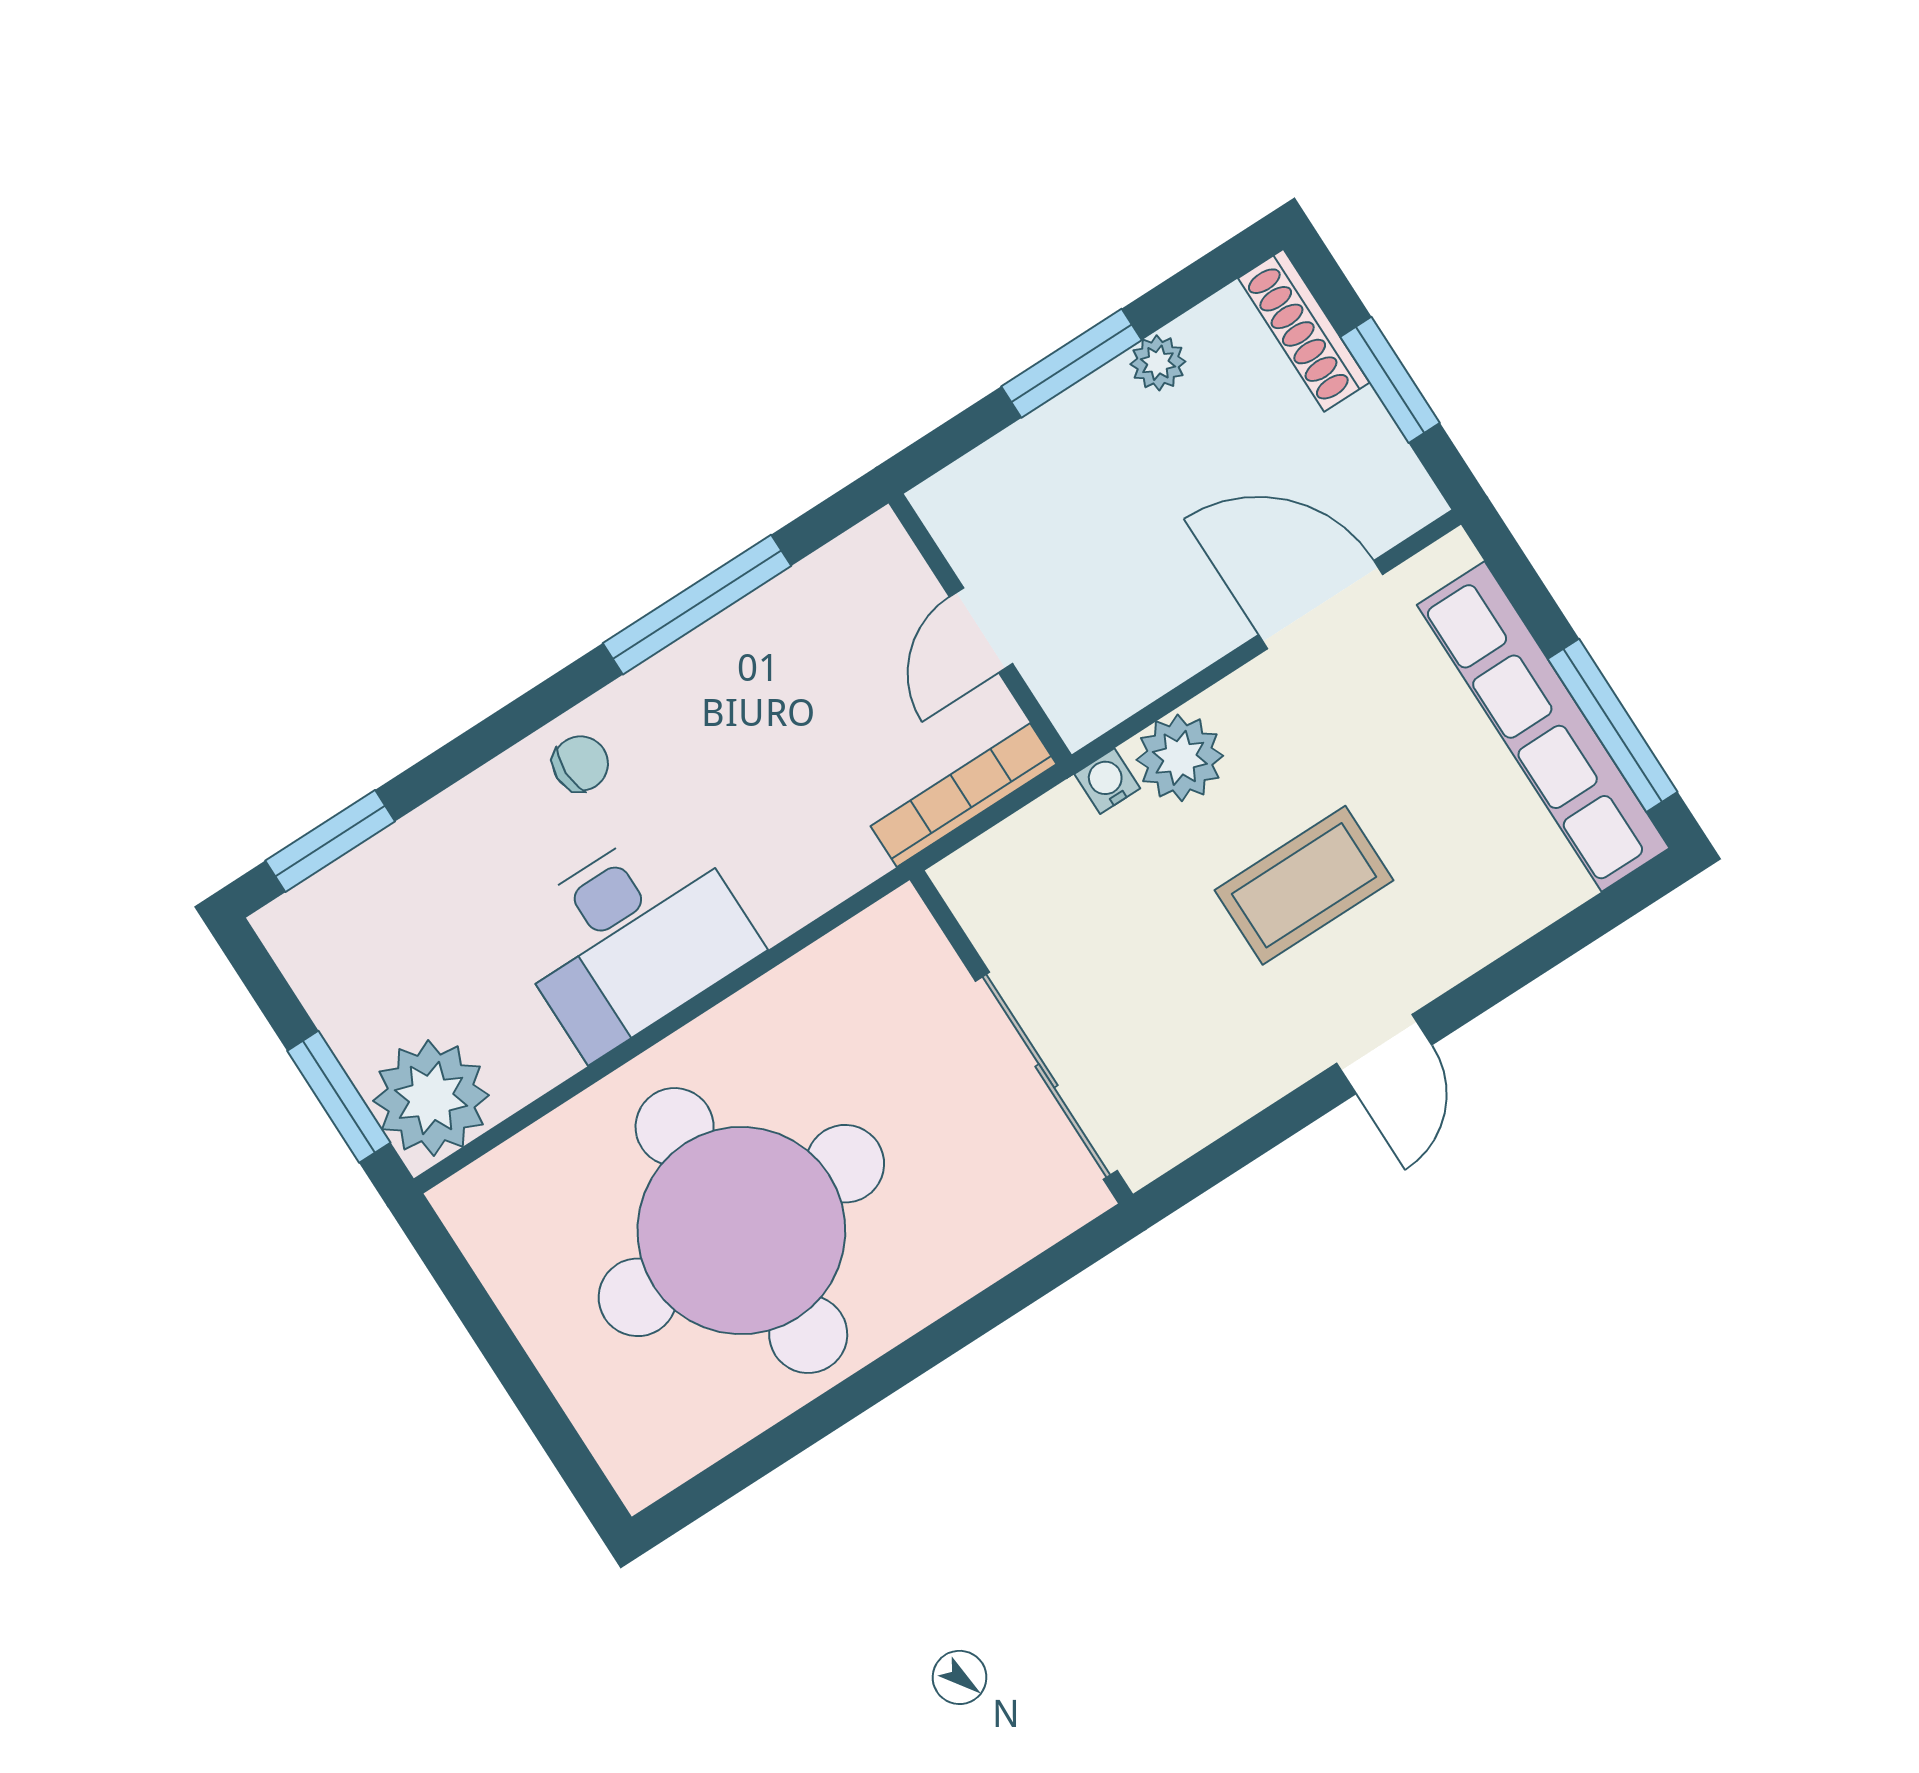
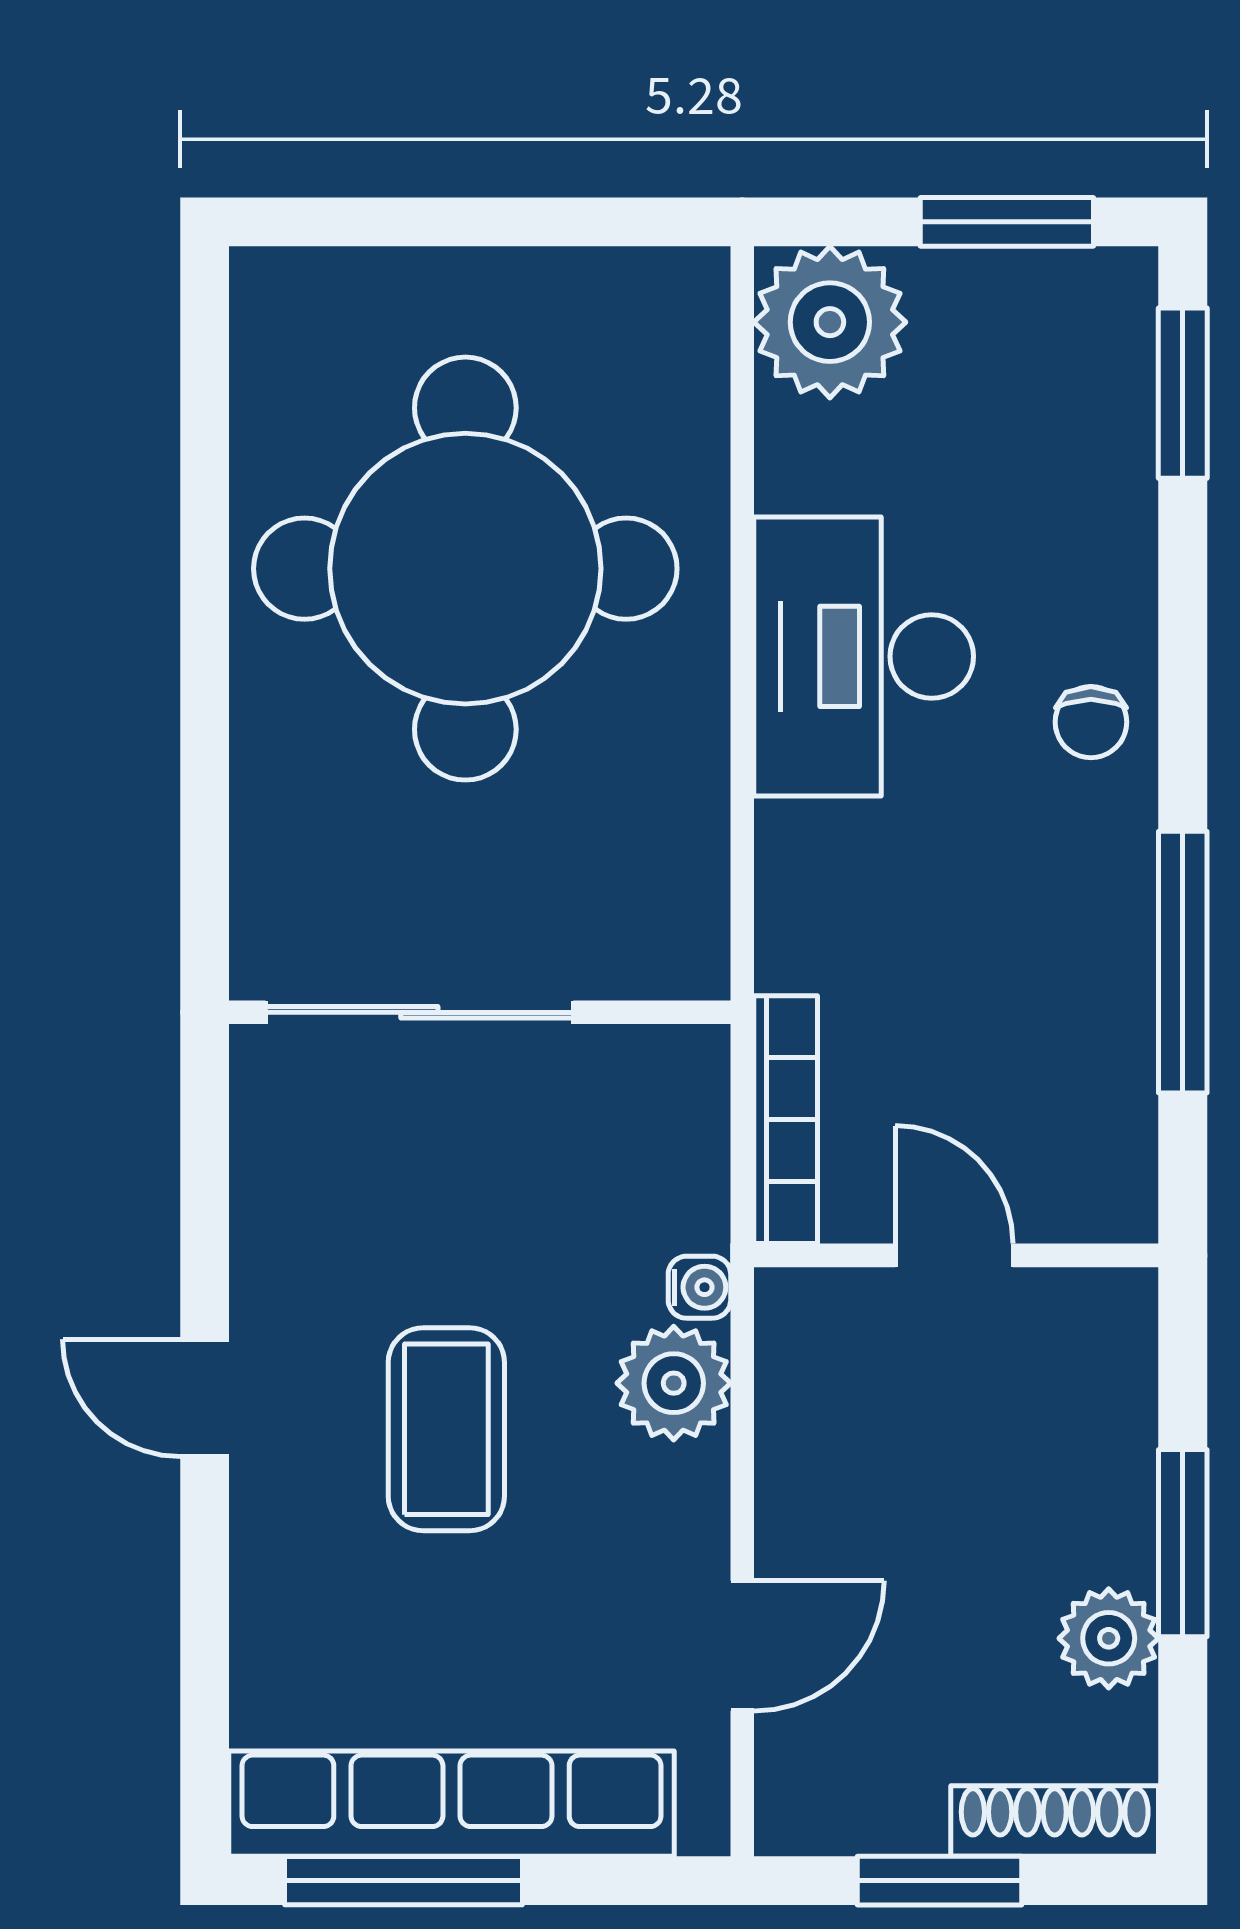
plant: (1158, 363) -> (1109, 1638), width x1.38, depth x1.38
door: (1321, 605) -> (742, 1646), width x0.73
window: (339, 1097) -> (1007, 222), moved

